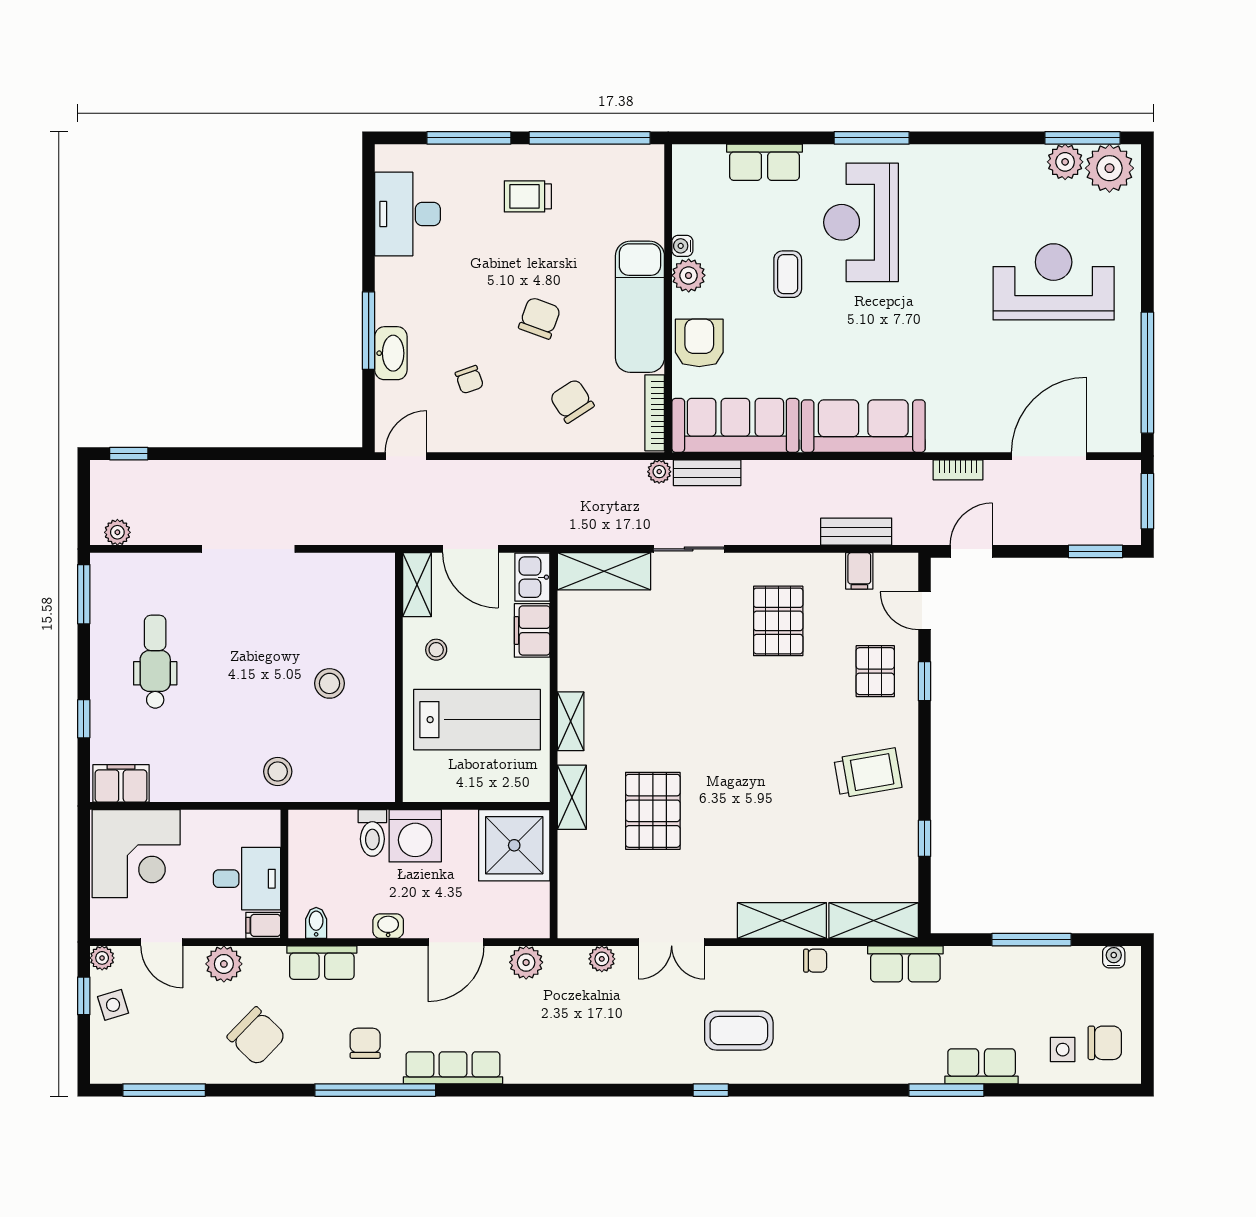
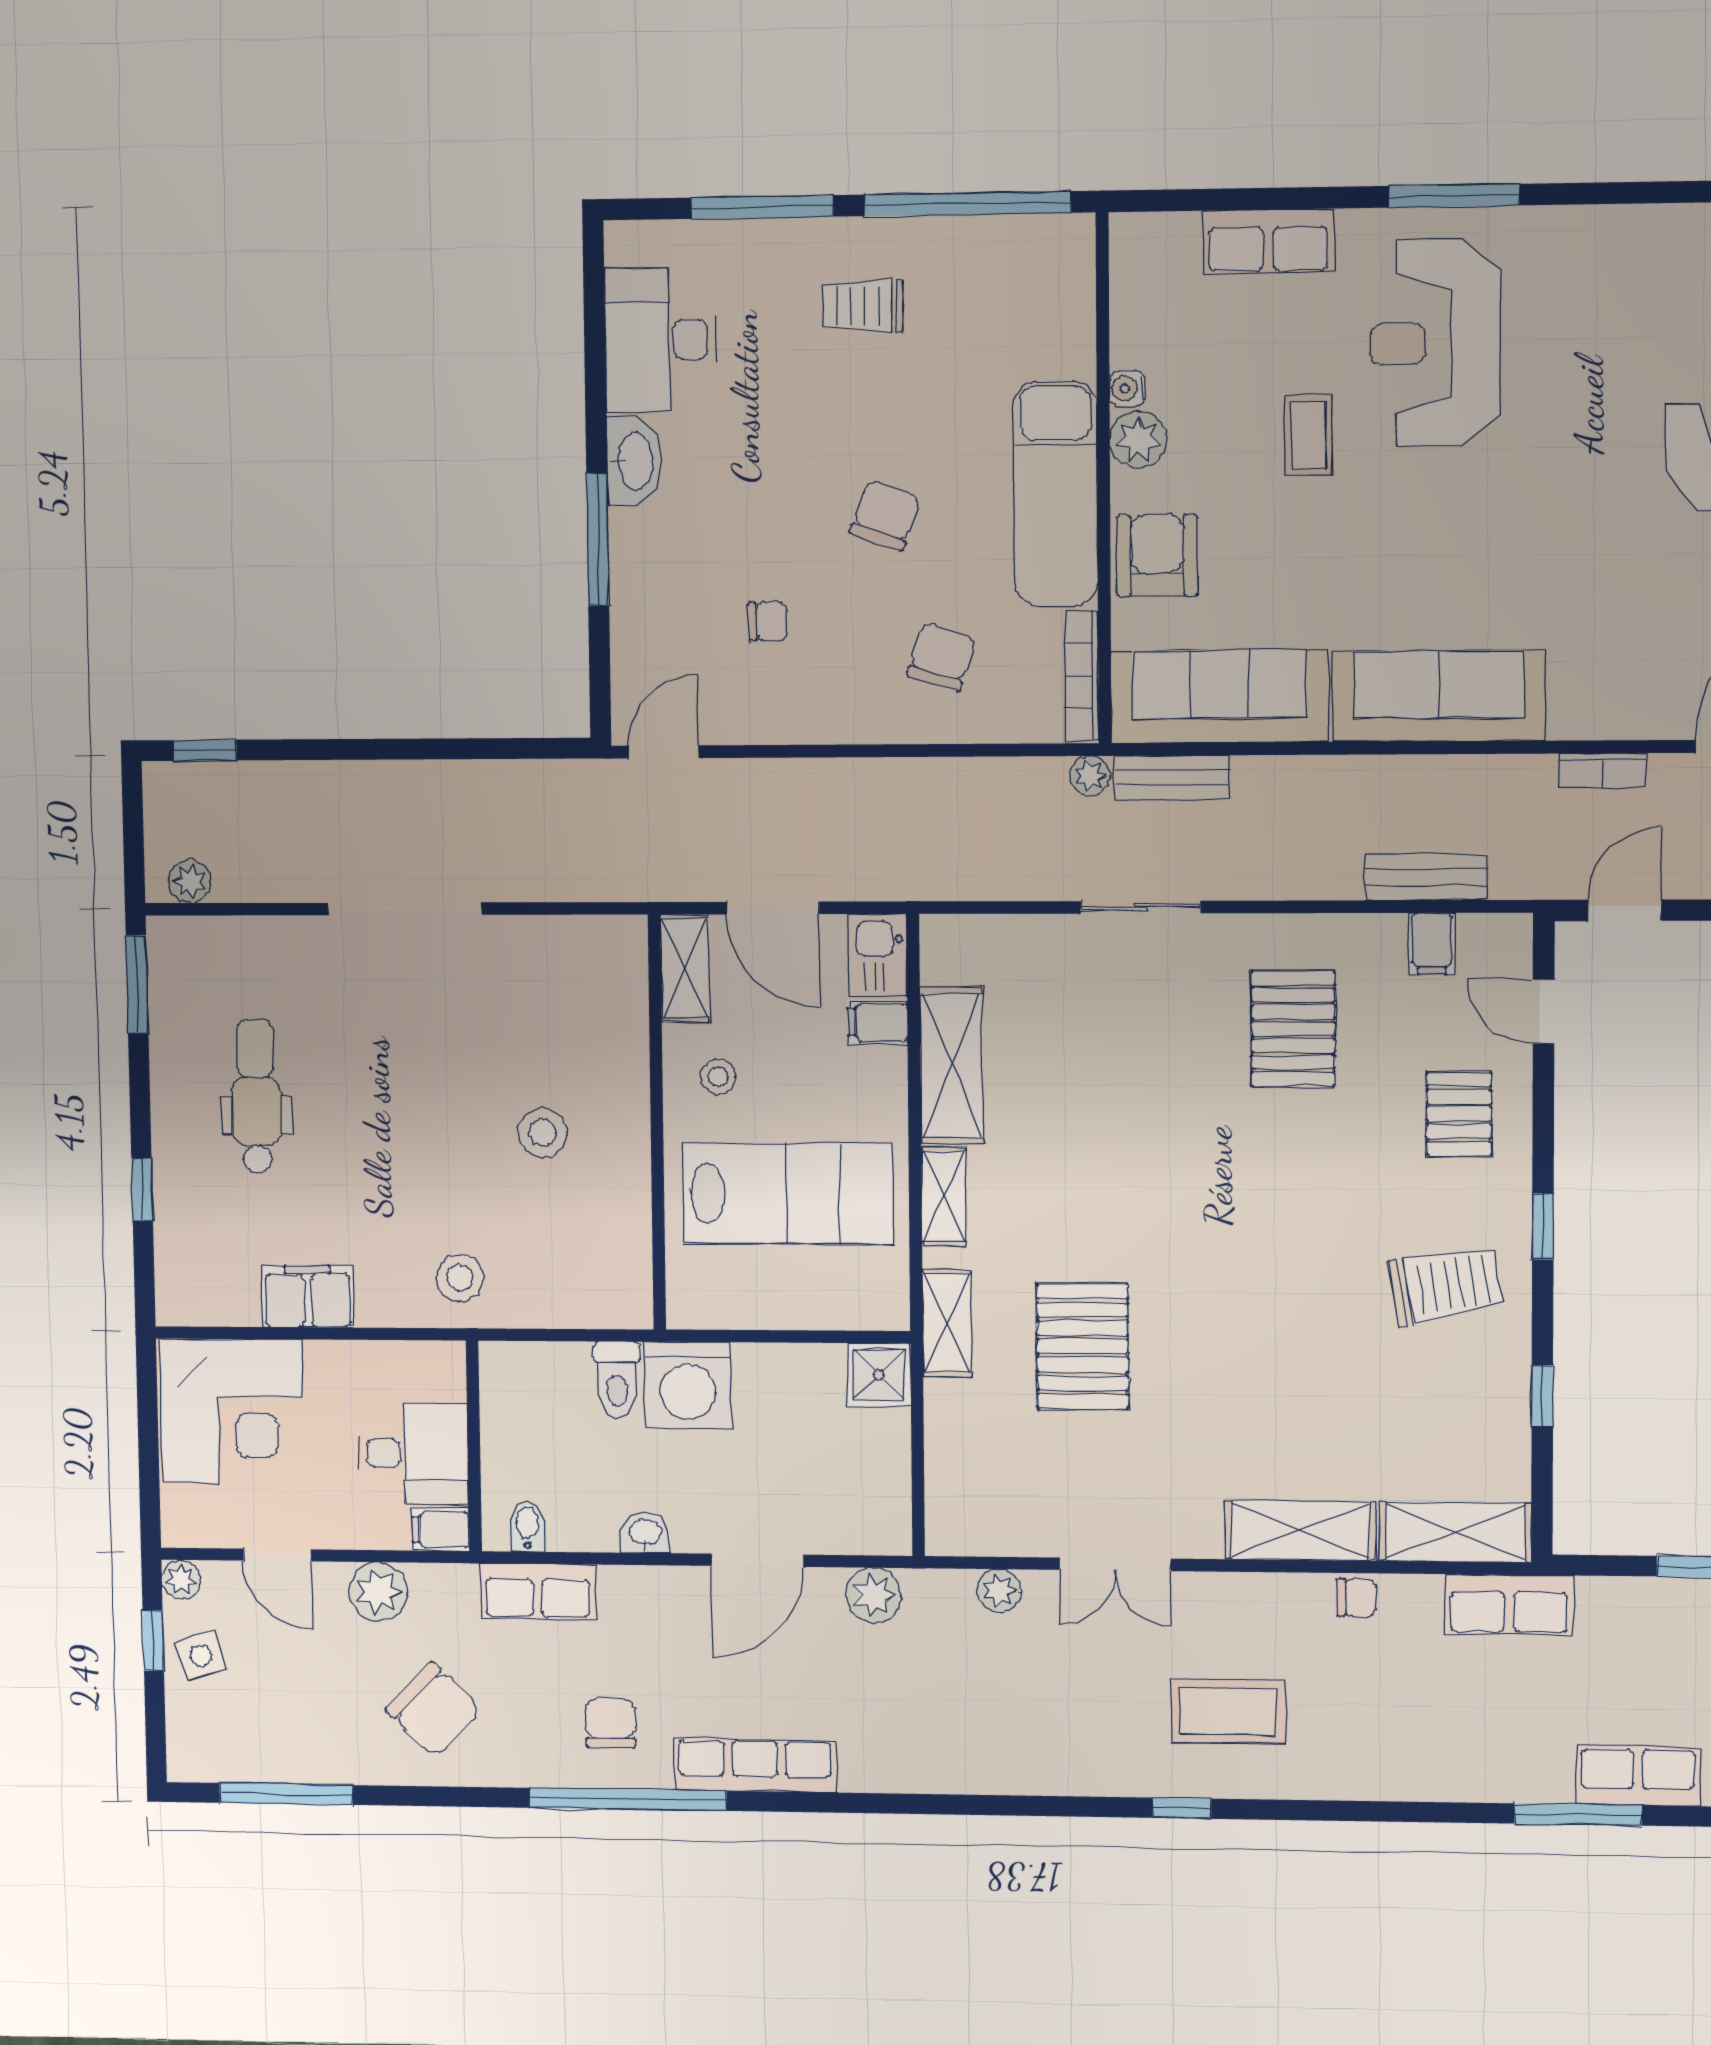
washbasin: (391, 353) -> (634, 461), moved
chair: (469, 380) -> (768, 622), turned -71
chair: (572, 401) -> (941, 657), turned 51
shelving: (604, 571) -> (952, 1065), moved, turned 90
filing cabinet: (532, 630) -> (878, 1022), width x0.50
window: (924, 681) -> (1543, 1227), moved
filing cabinet: (121, 783) -> (308, 1297), moved
shower: (514, 845) -> (879, 1375), width x0.54, depth x0.54

